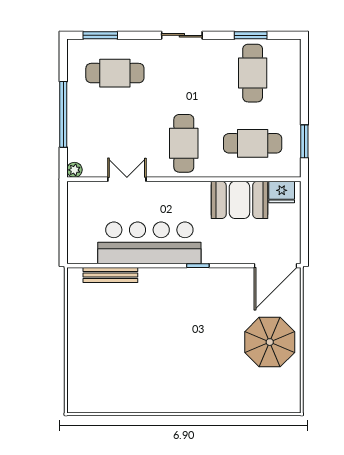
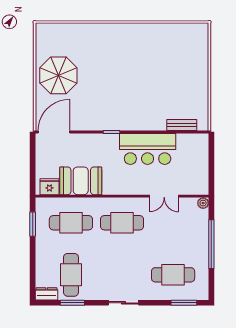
dresser: (286, 47) -> (46, 294), added
cafe table: (184, 143) -> (122, 223), turned 90
bar counter: (149, 243) -> (148, 149), width x0.73
bench: (110, 275) -> (182, 125), width x0.73

